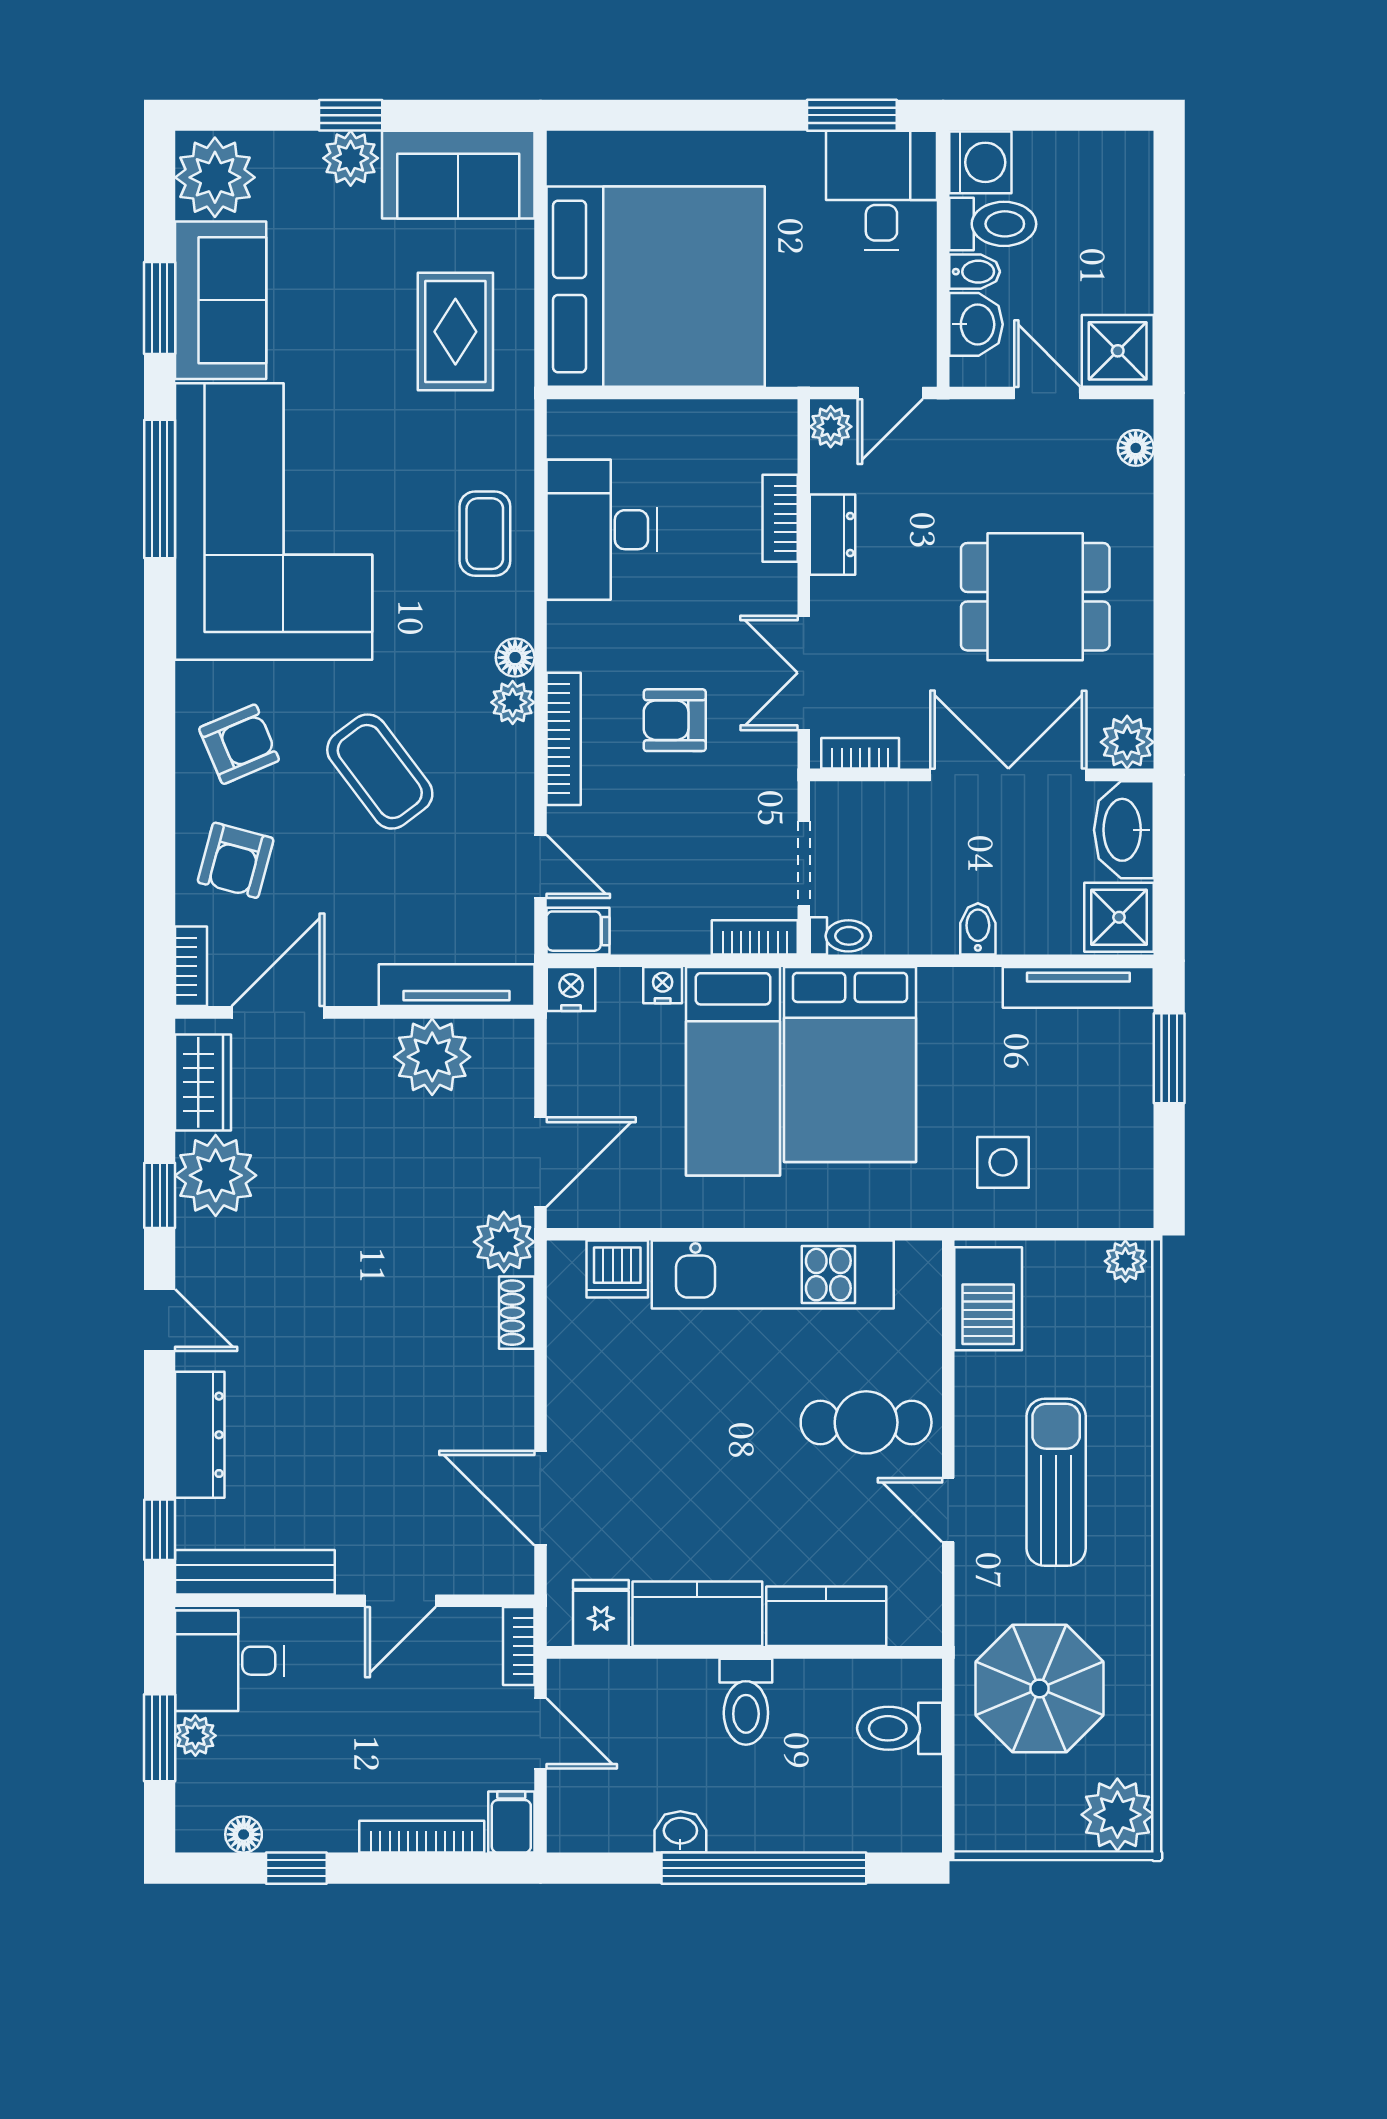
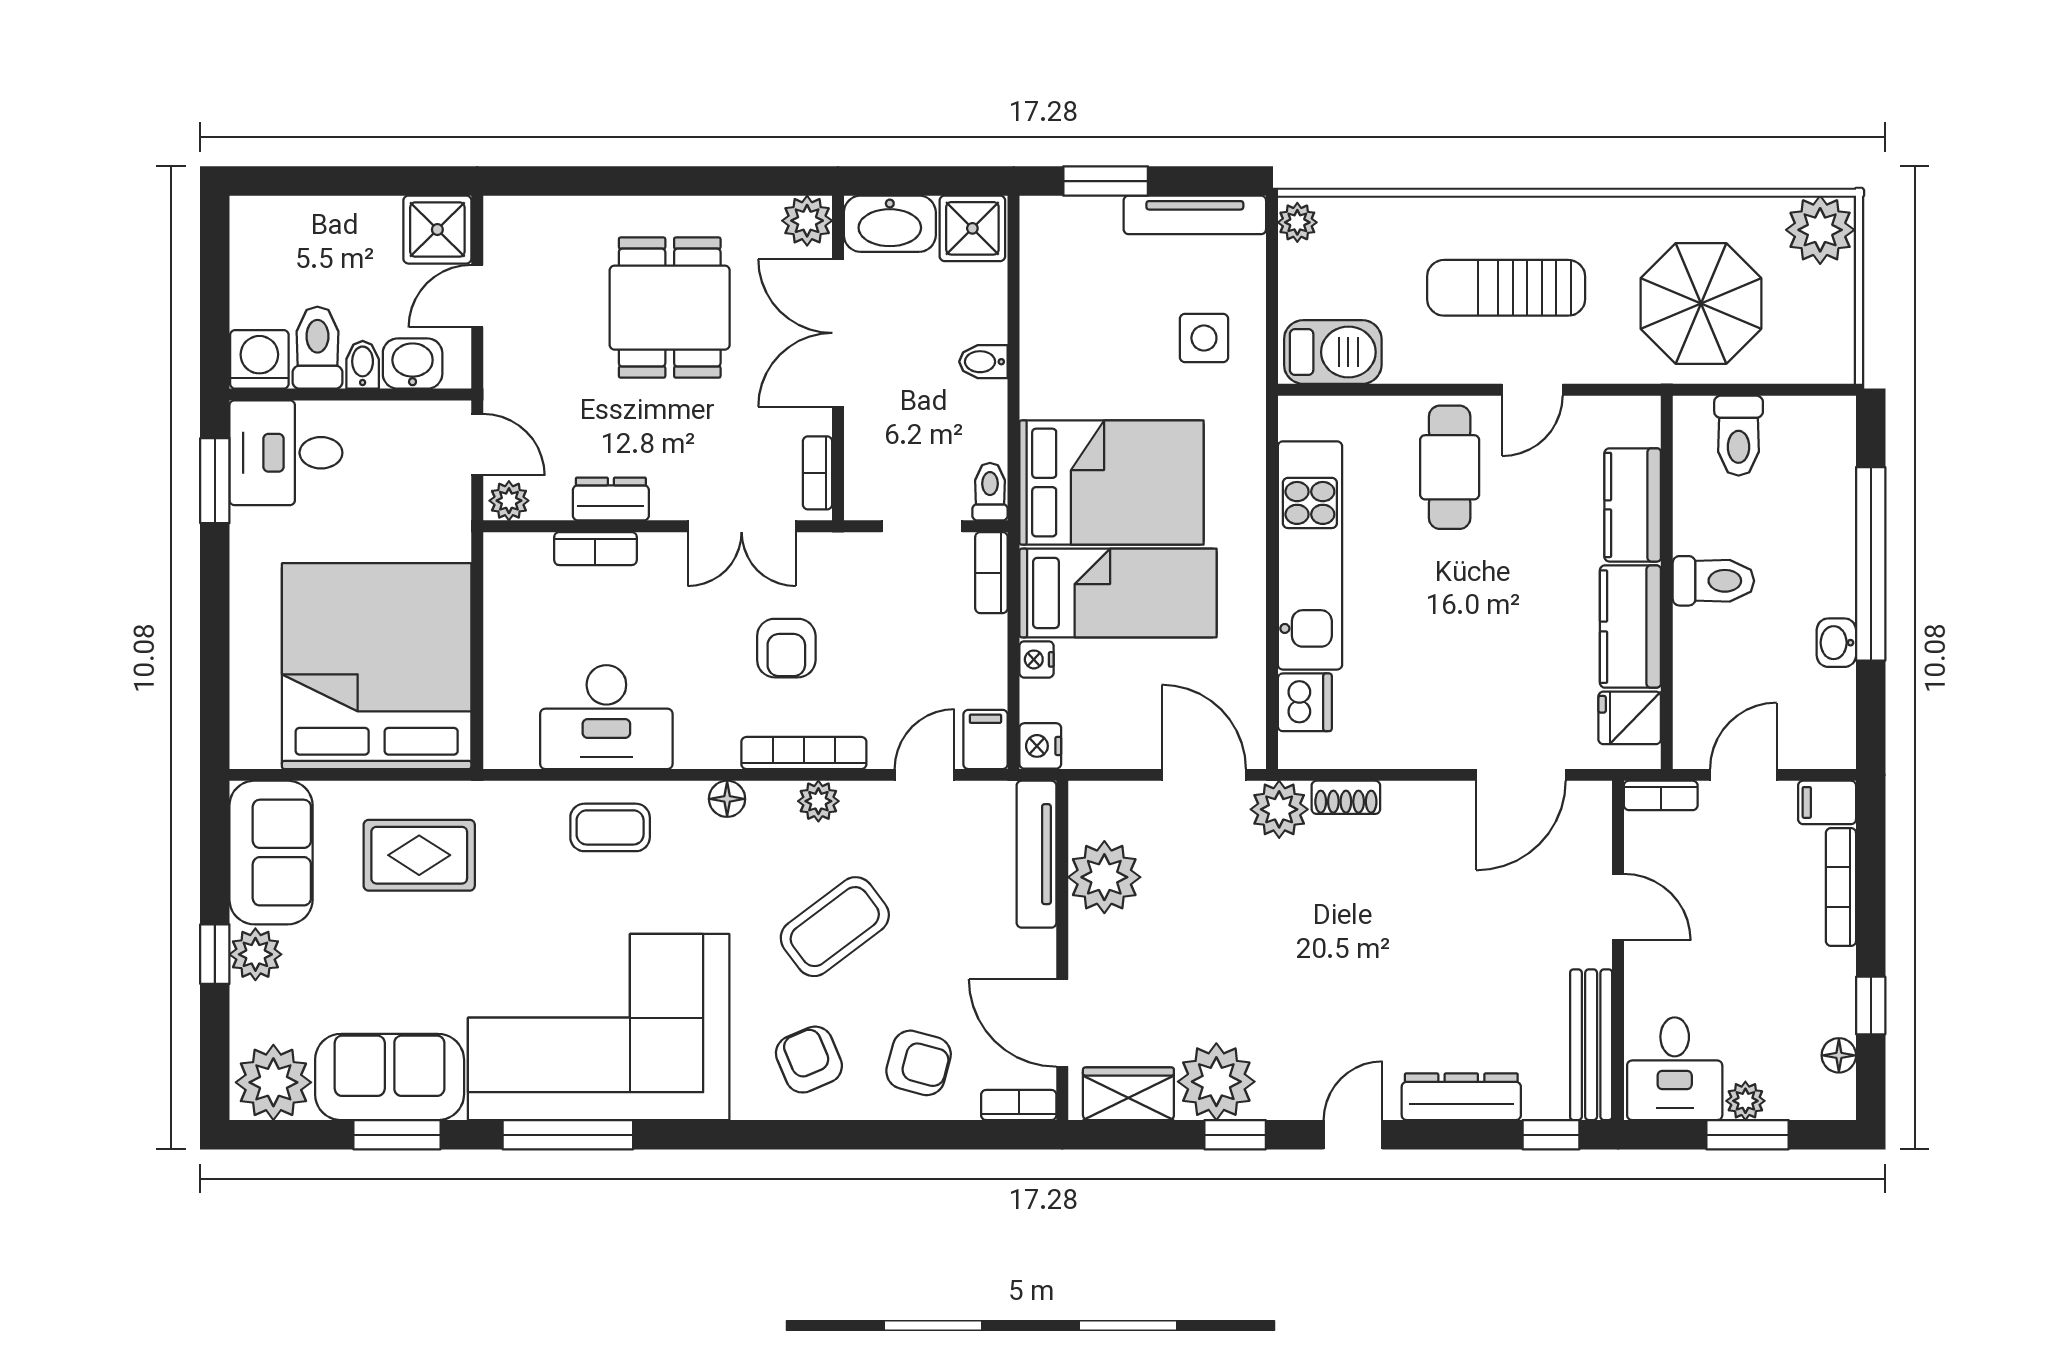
floor lamp: (1136, 448) -> (529, 213), removed
plant: (513, 702) -> (818, 801), moved
tv unit: (1078, 987) -> (1195, 215), moved, turned 90

